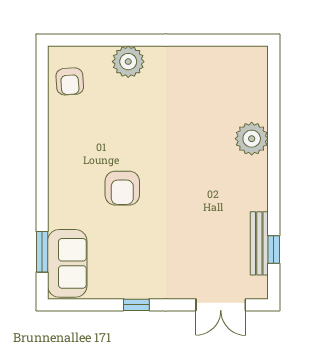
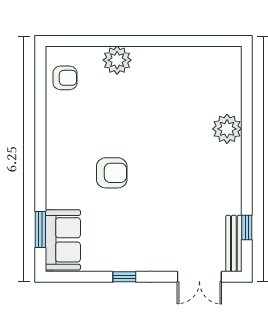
armchair: (70, 81) -> (65, 78), turned -86
armchair: (122, 188) -> (112, 173), turned -90
bench: (259, 243) -> (234, 244), moved

